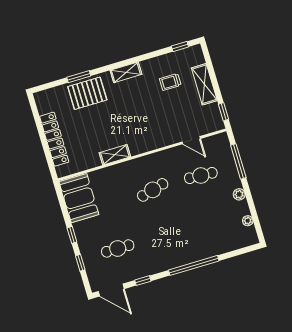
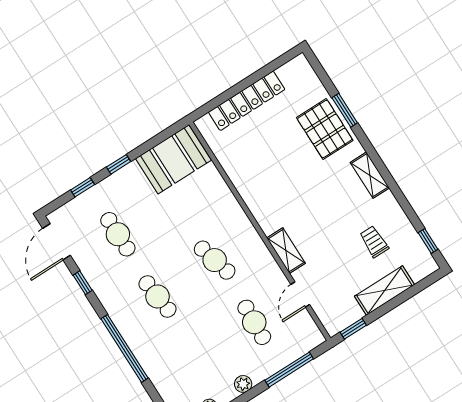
shelving: (115, 155) -> (286, 251), moved
cafe table: (166, 234) -> (157, 296), added

